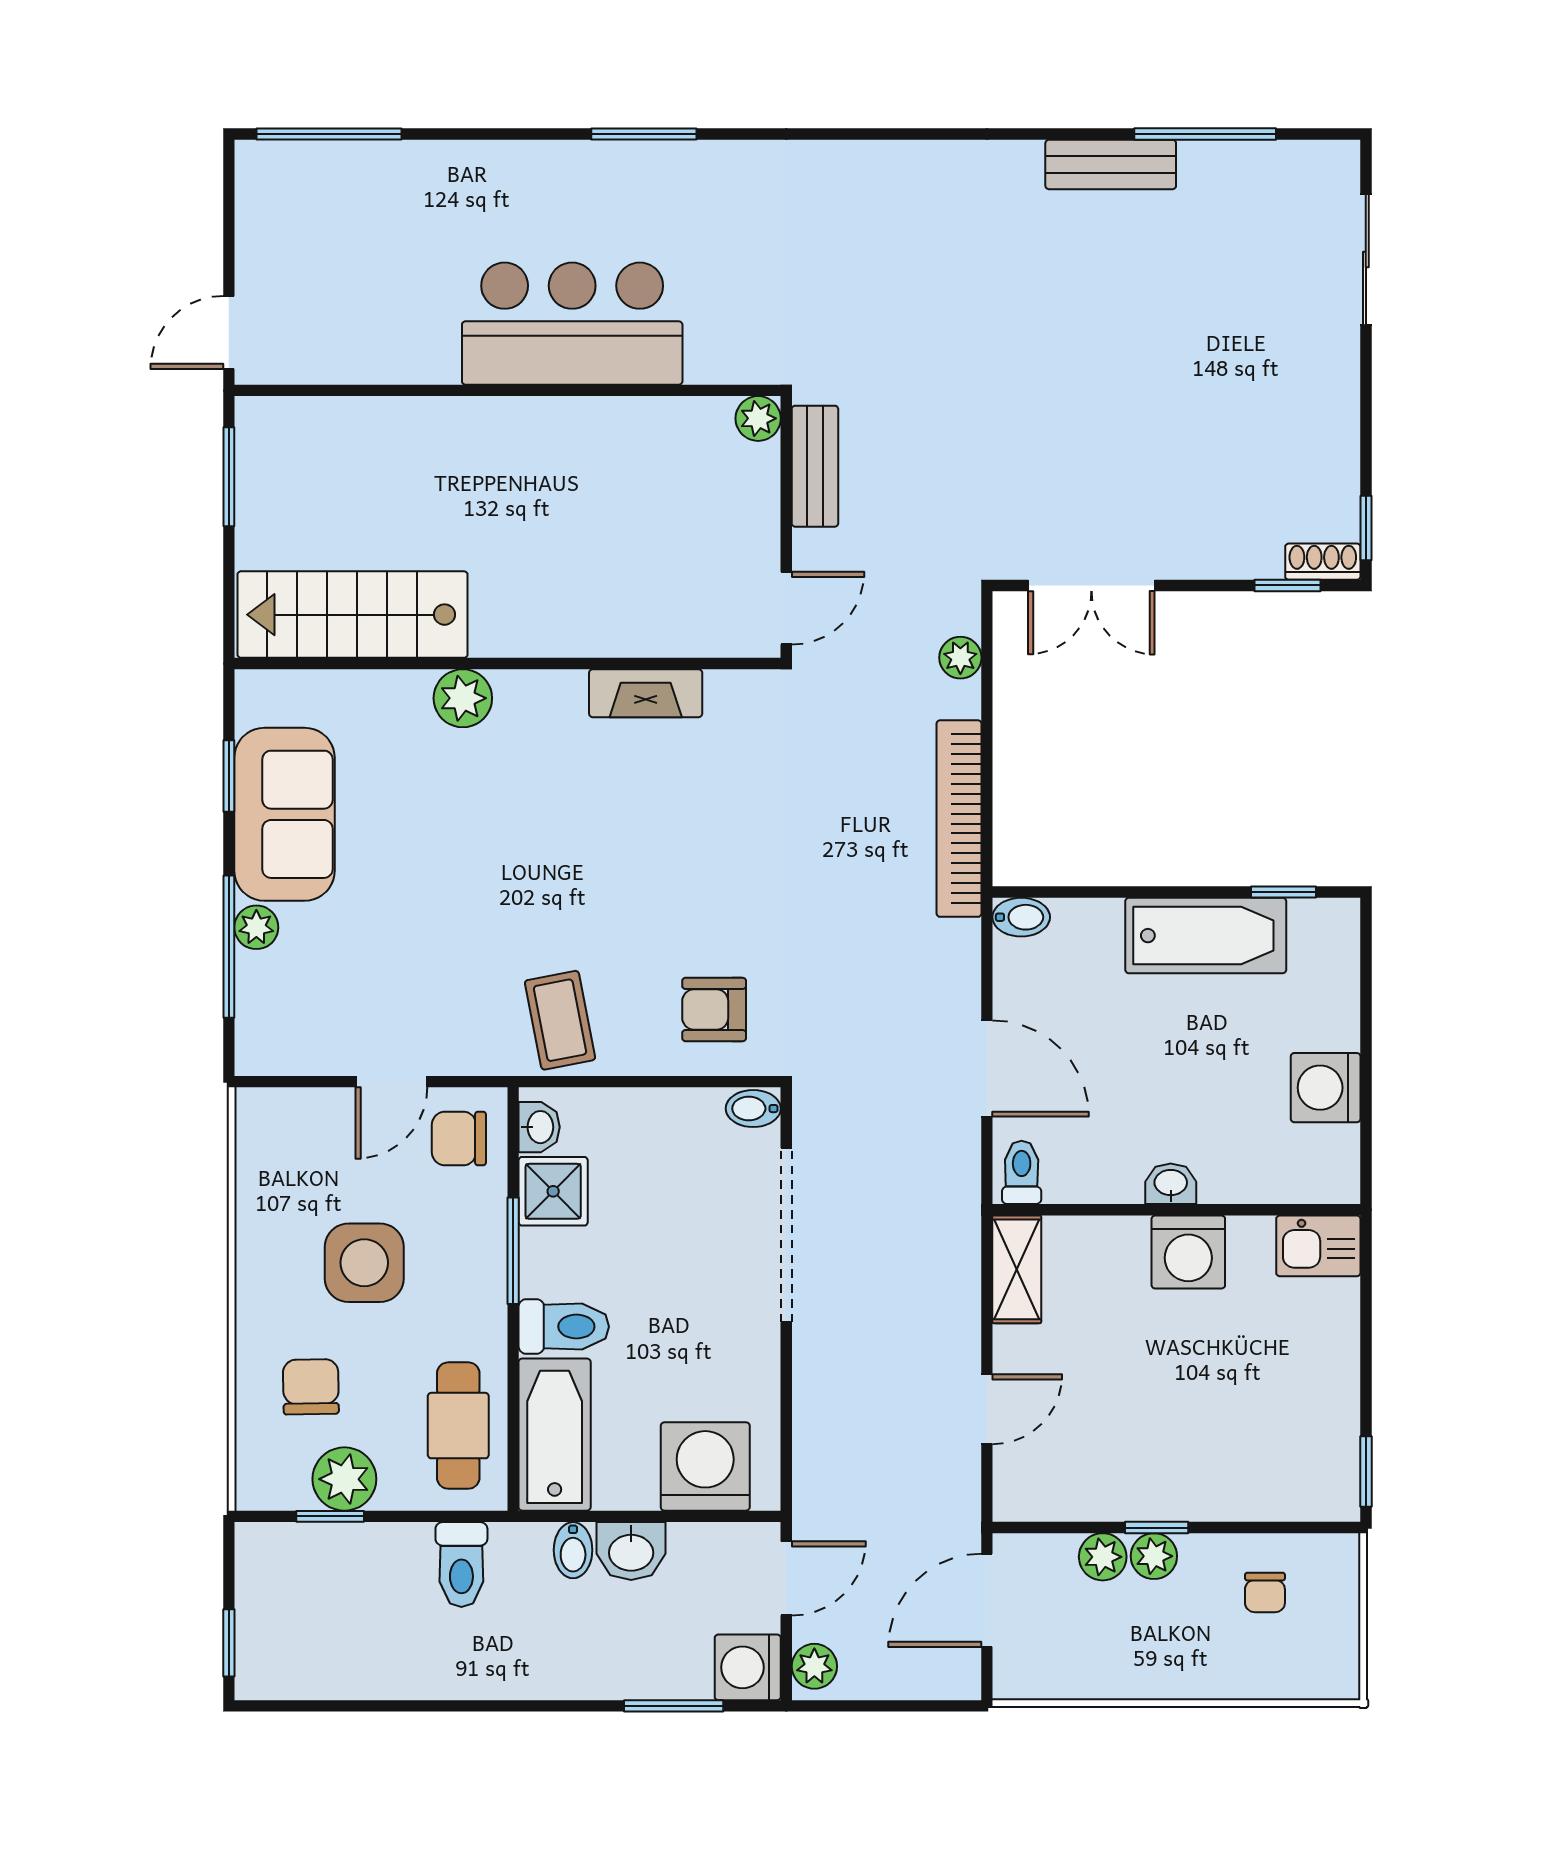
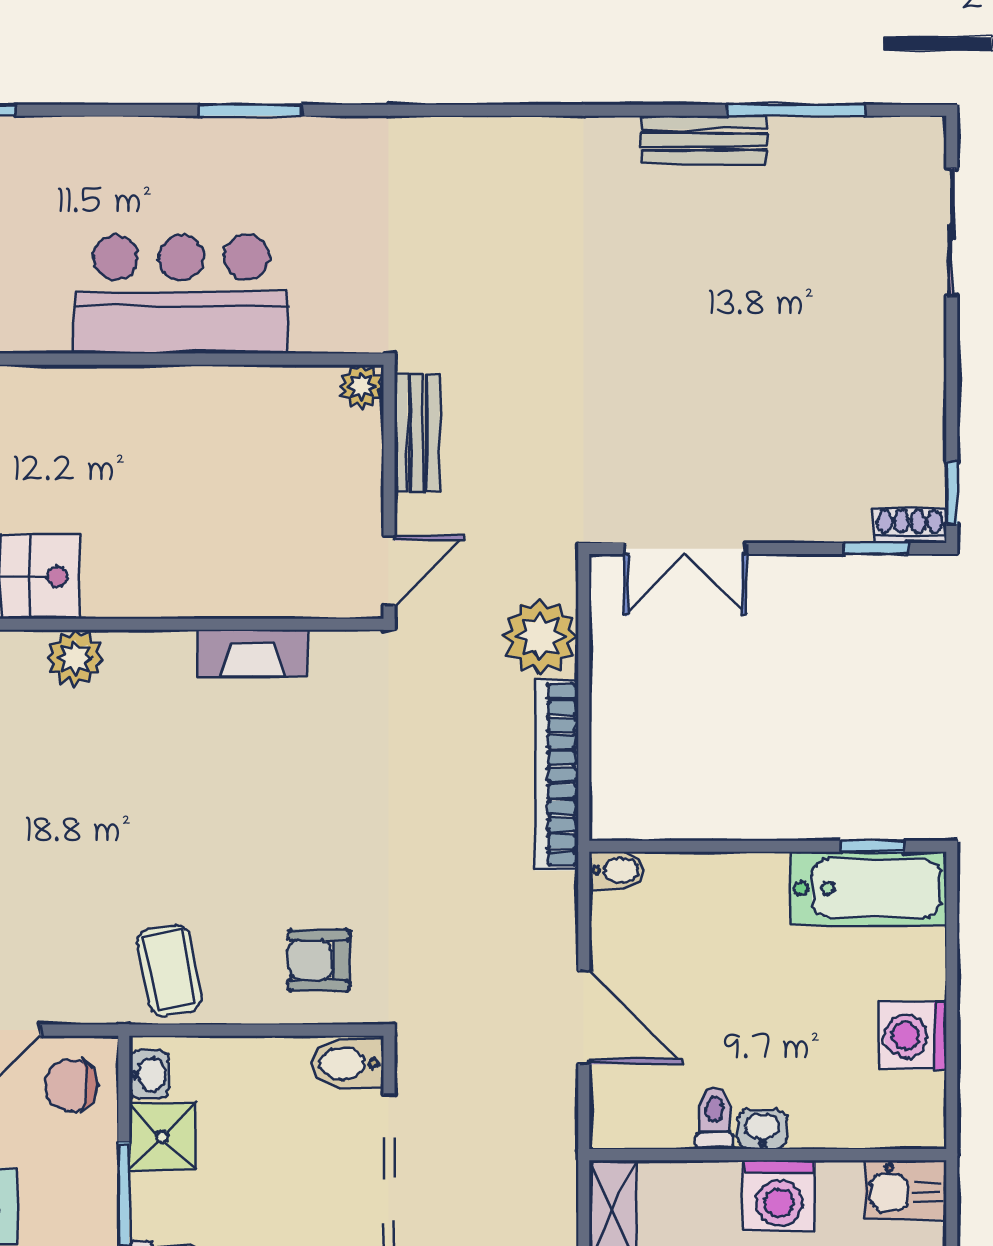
plant: (960, 658) -> (540, 636), width x1.88, depth x1.88
bathtub: (1206, 936) -> (868, 888), moved
bidet: (753, 1109) -> (347, 1063), width x1.38, depth x1.36
toilet: (1022, 1172) -> (714, 1118), moved

